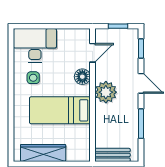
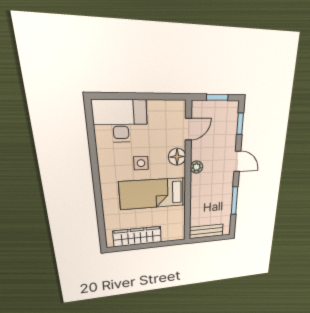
side table: (33, 78) -> (141, 163), moved
plant: (106, 92) -> (197, 167), width x0.53, depth x0.53

